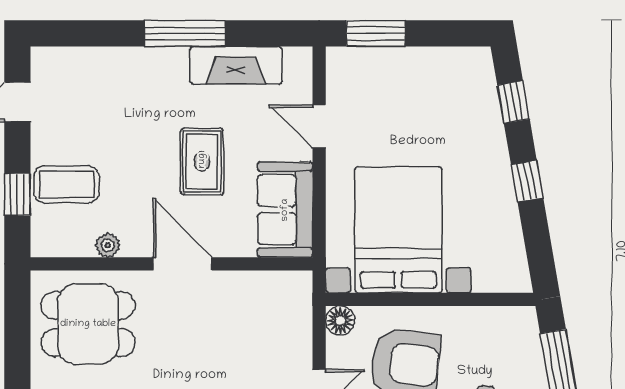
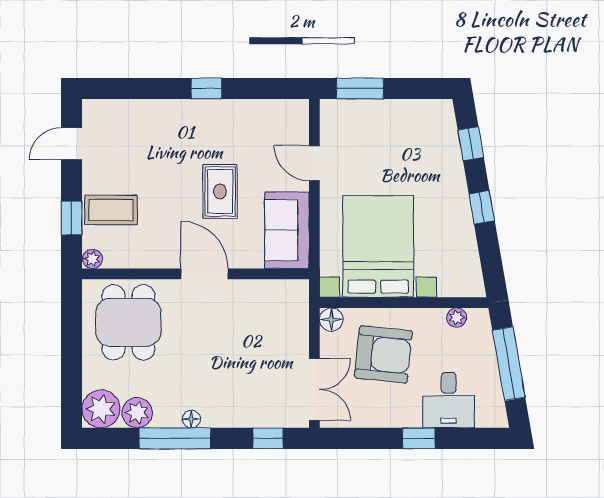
window: (185, 33) -> (206, 88), width x0.46
fireplace: (236, 65) -> (247, 114), removed
plant: (108, 245) -> (92, 259), moved
plant: (496, 318) -> (457, 318), added
dining table: (88, 324) -> (128, 322), turned 90

